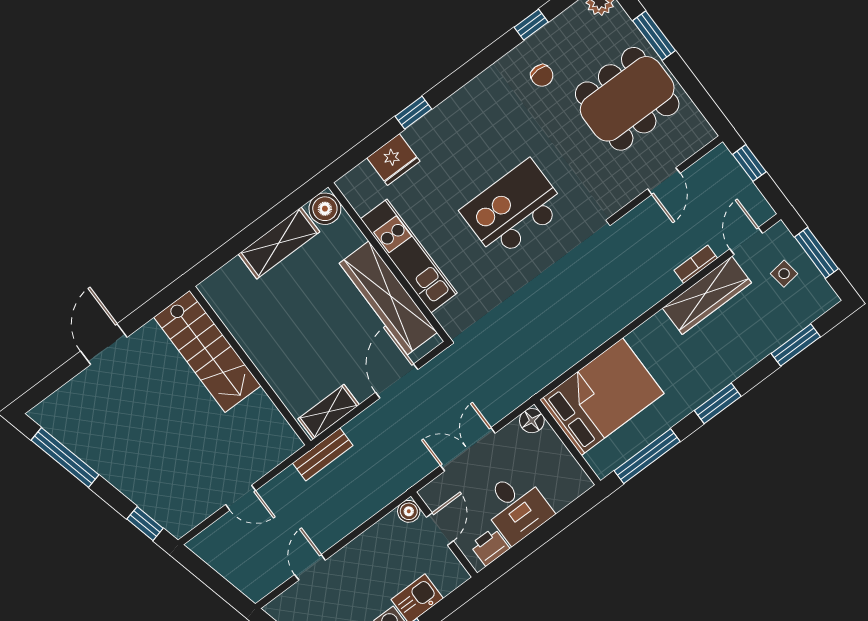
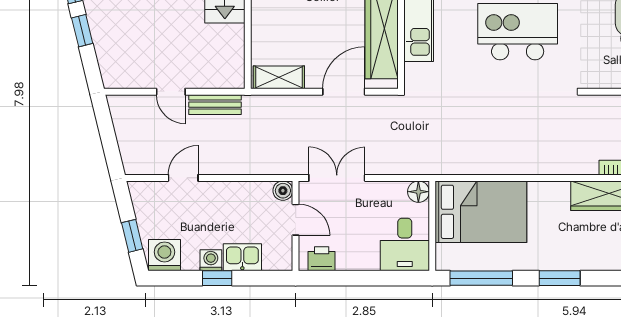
double door: (468, 449) -> (337, 178), moved
bench: (323, 454) -> (215, 105), moved
desk: (516, 507) -> (405, 245), moved
window: (145, 524) -> (82, 31), moved
door: (440, 529) -> (296, 220), hinge flipped

